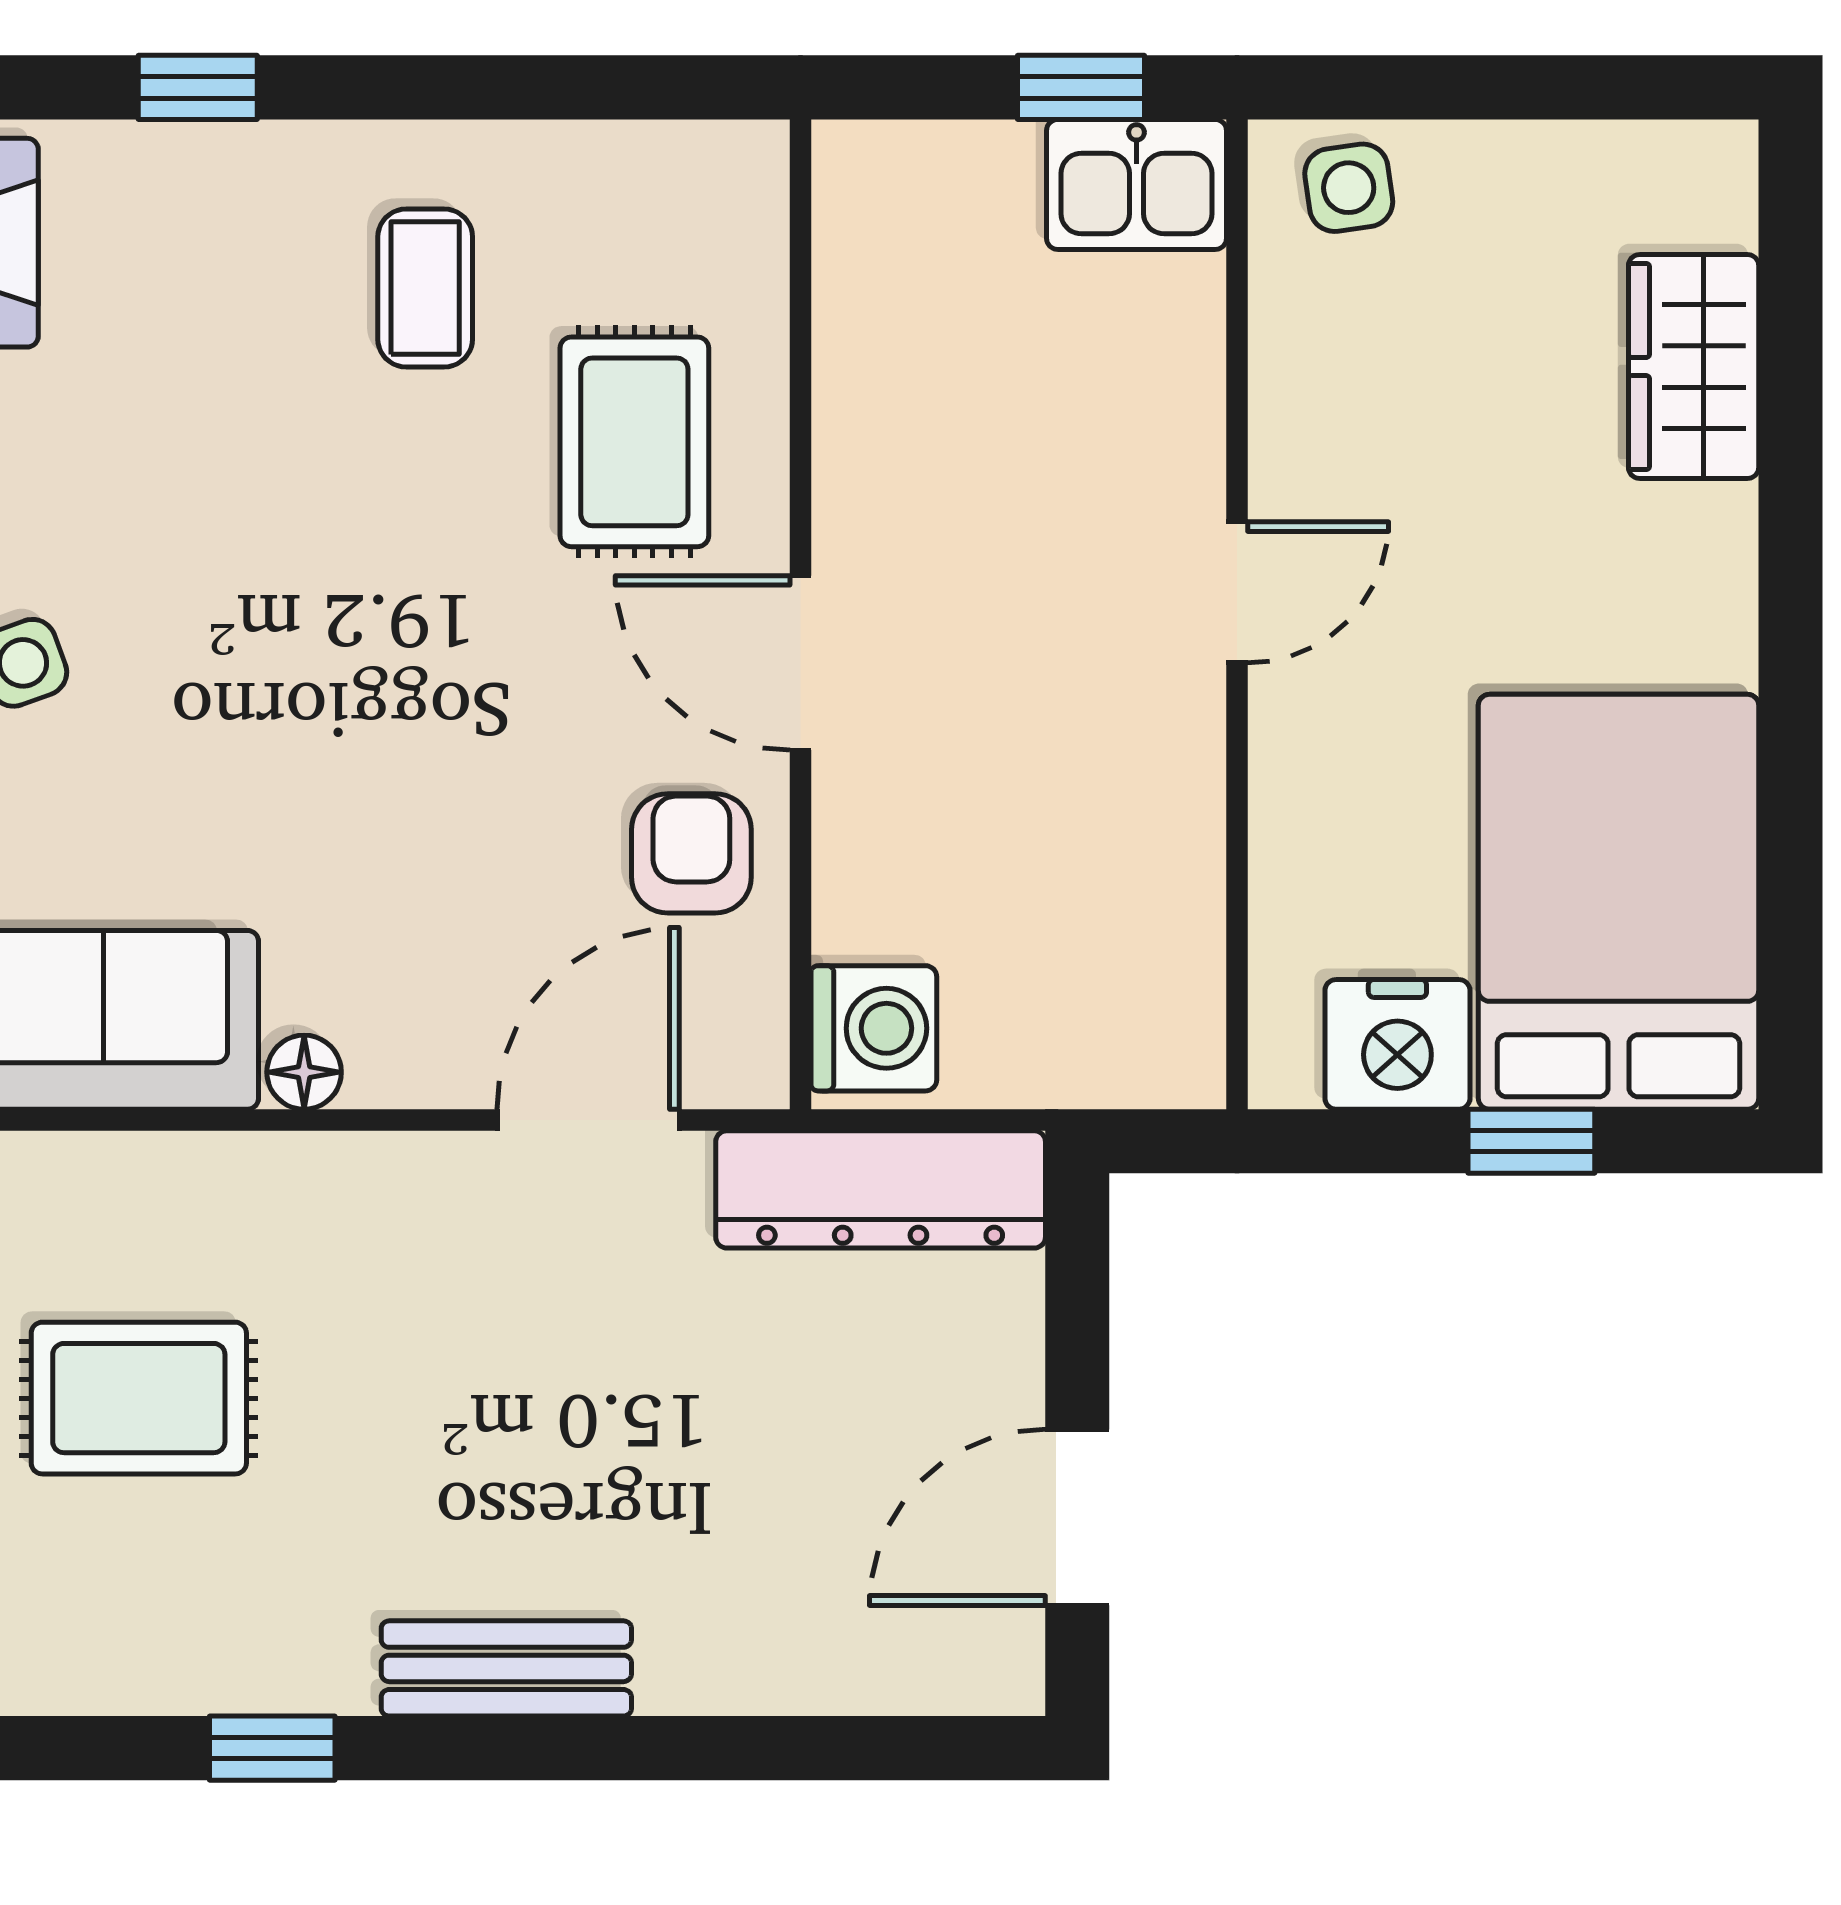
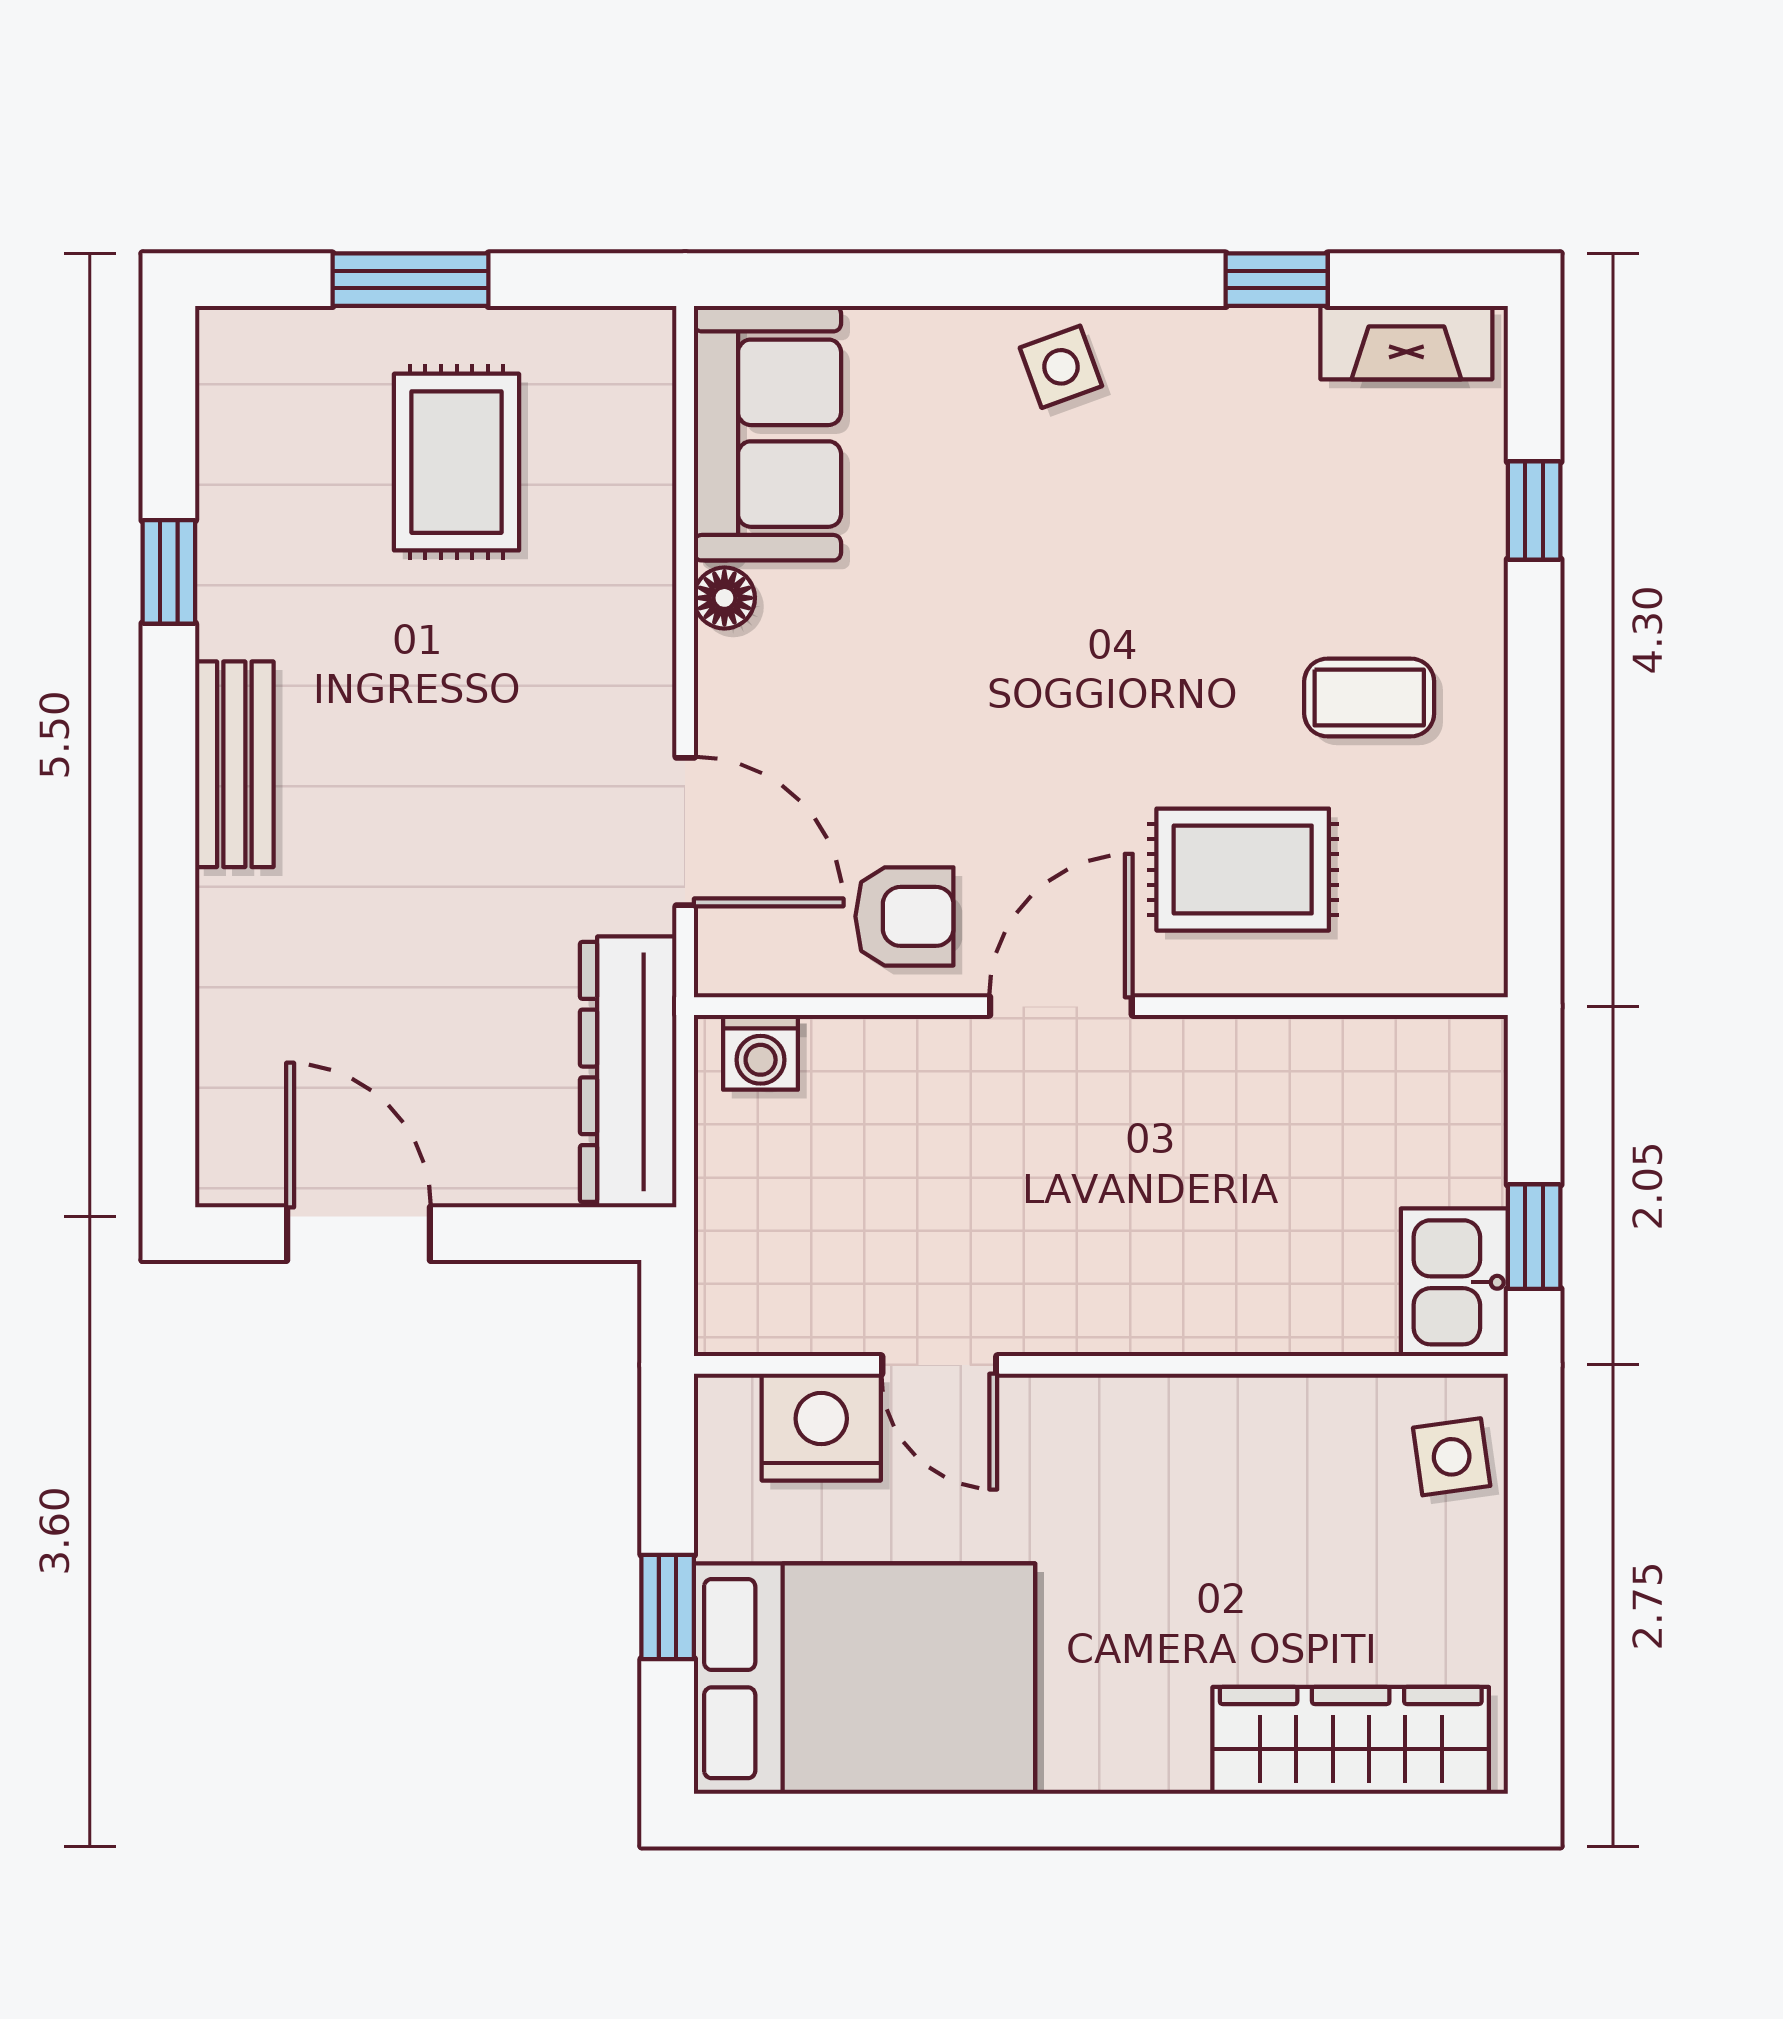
wardrobe: (1694, 367) -> (1351, 1740), width x1.50
door: (1237, 592) -> (939, 1365), moved
washing machine: (874, 1028) -> (761, 1052), width x0.73, depth x0.73
nightstand: (1397, 1044) -> (821, 1427), moved, turned 90

